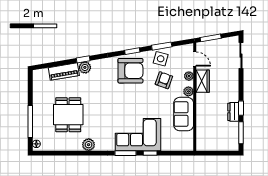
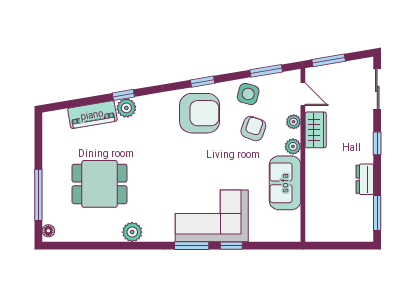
window: (162, 46) -> (266, 71), moved
window: (241, 108) -> (377, 143), moved
dining table: (68, 115) -> (100, 184), turned 90

